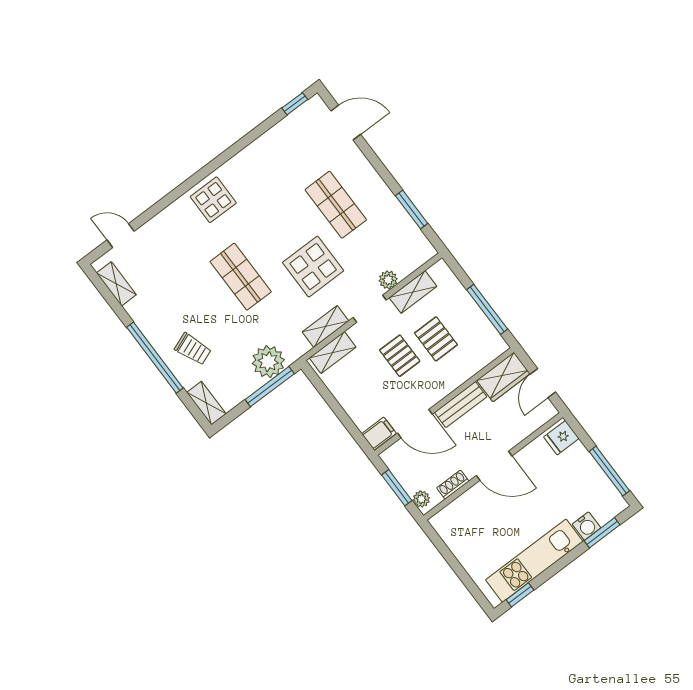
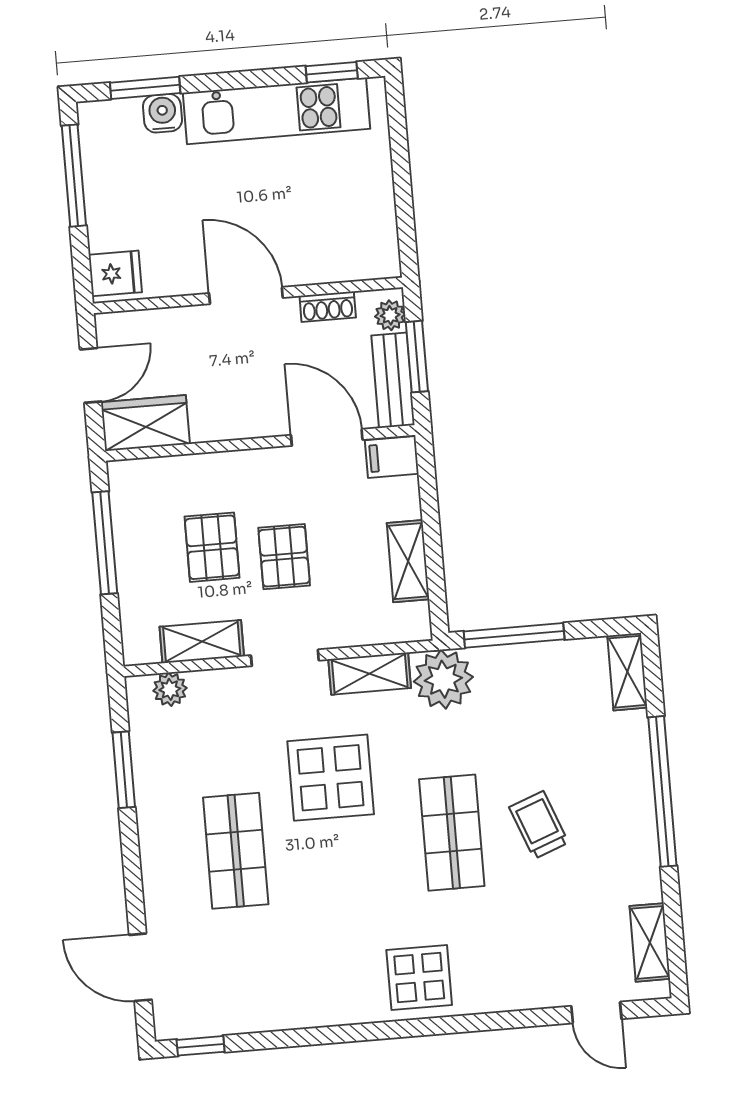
plant: (388, 280) -> (170, 689), moved
trolley: (193, 349) -> (539, 825), moved
shelving: (333, 352) -> (408, 561), moved, turned 90
plant: (268, 362) -> (443, 679), moved
bench: (461, 405) -> (393, 380), moved, turned 90

